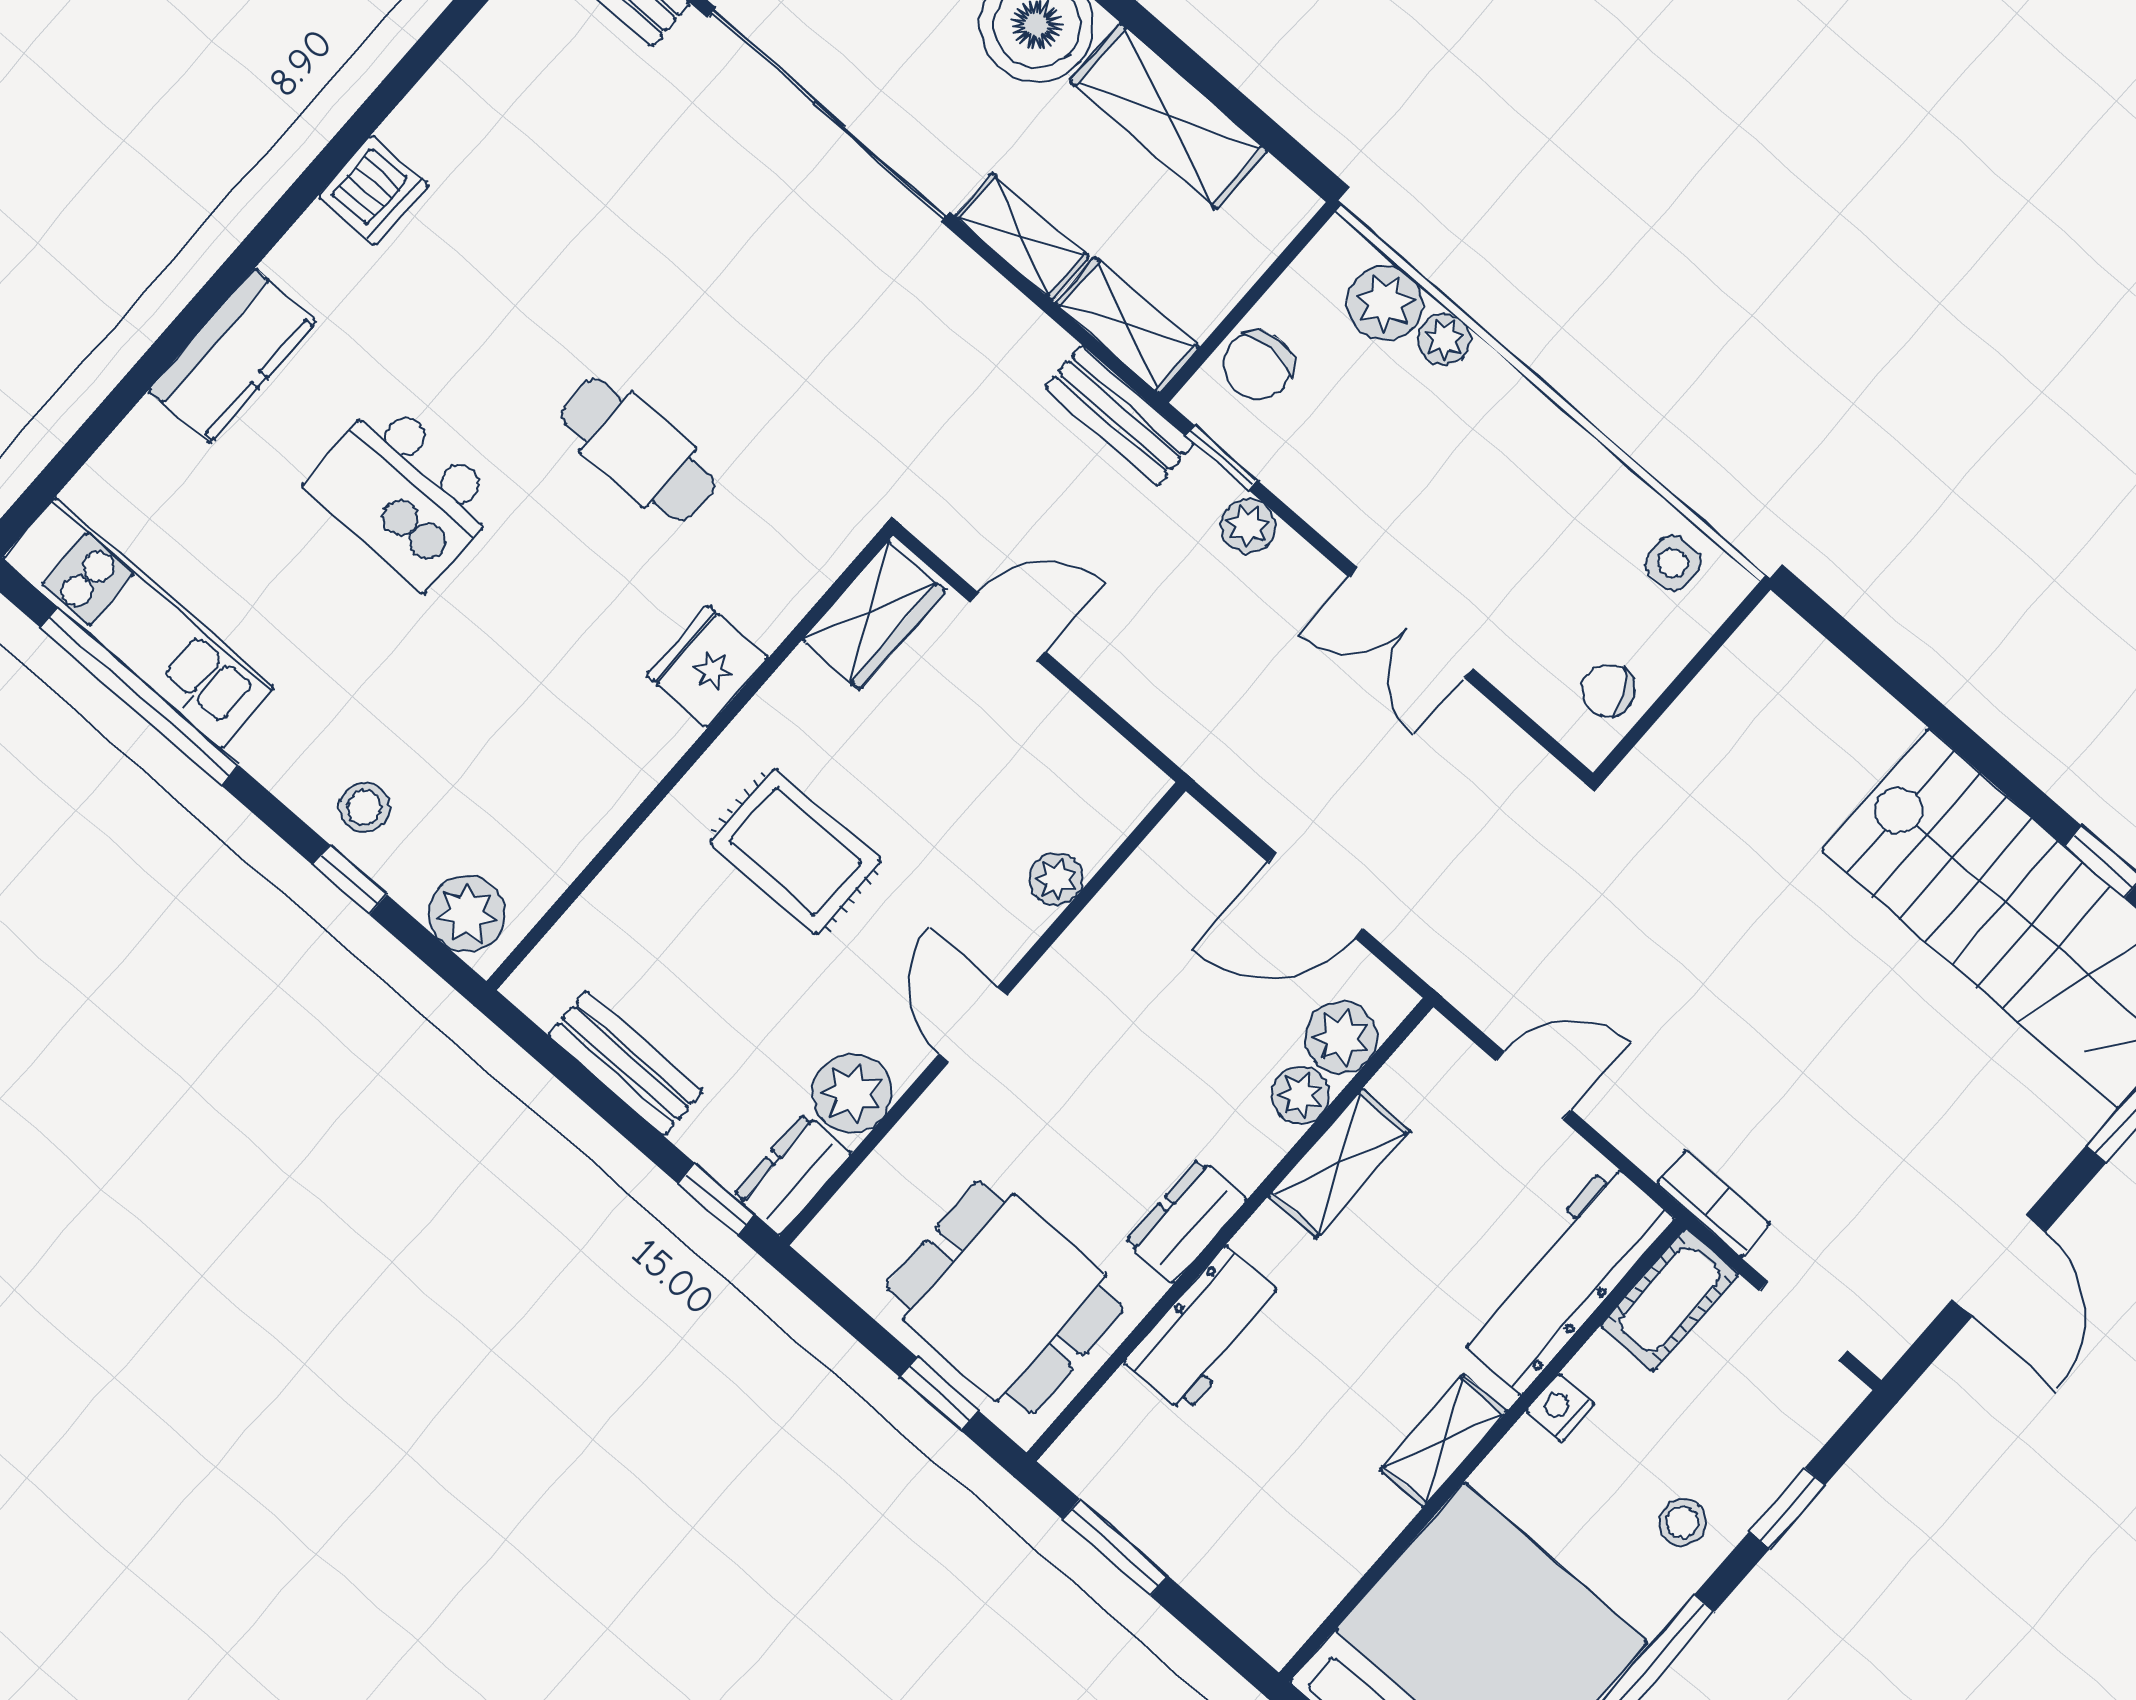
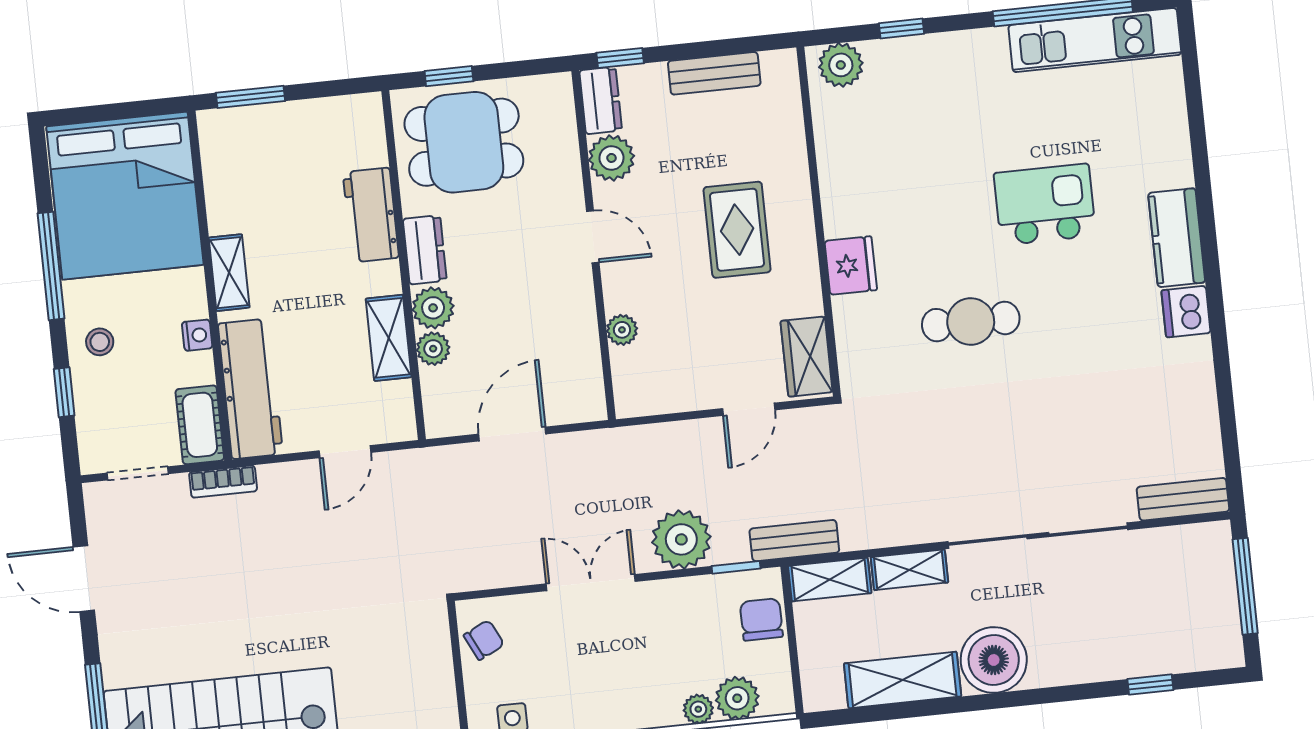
kitchen counter: (232, 356) -> (1177, 238), moved
plant: (1248, 526) -> (681, 539), width x1.87, depth x1.87
stool: (364, 807) -> (927, 63), removed
rug: (795, 851) -> (737, 230), turned 90
plant: (1341, 1038) -> (433, 308), moved
window: (1115, 1547) -> (250, 97), moved

